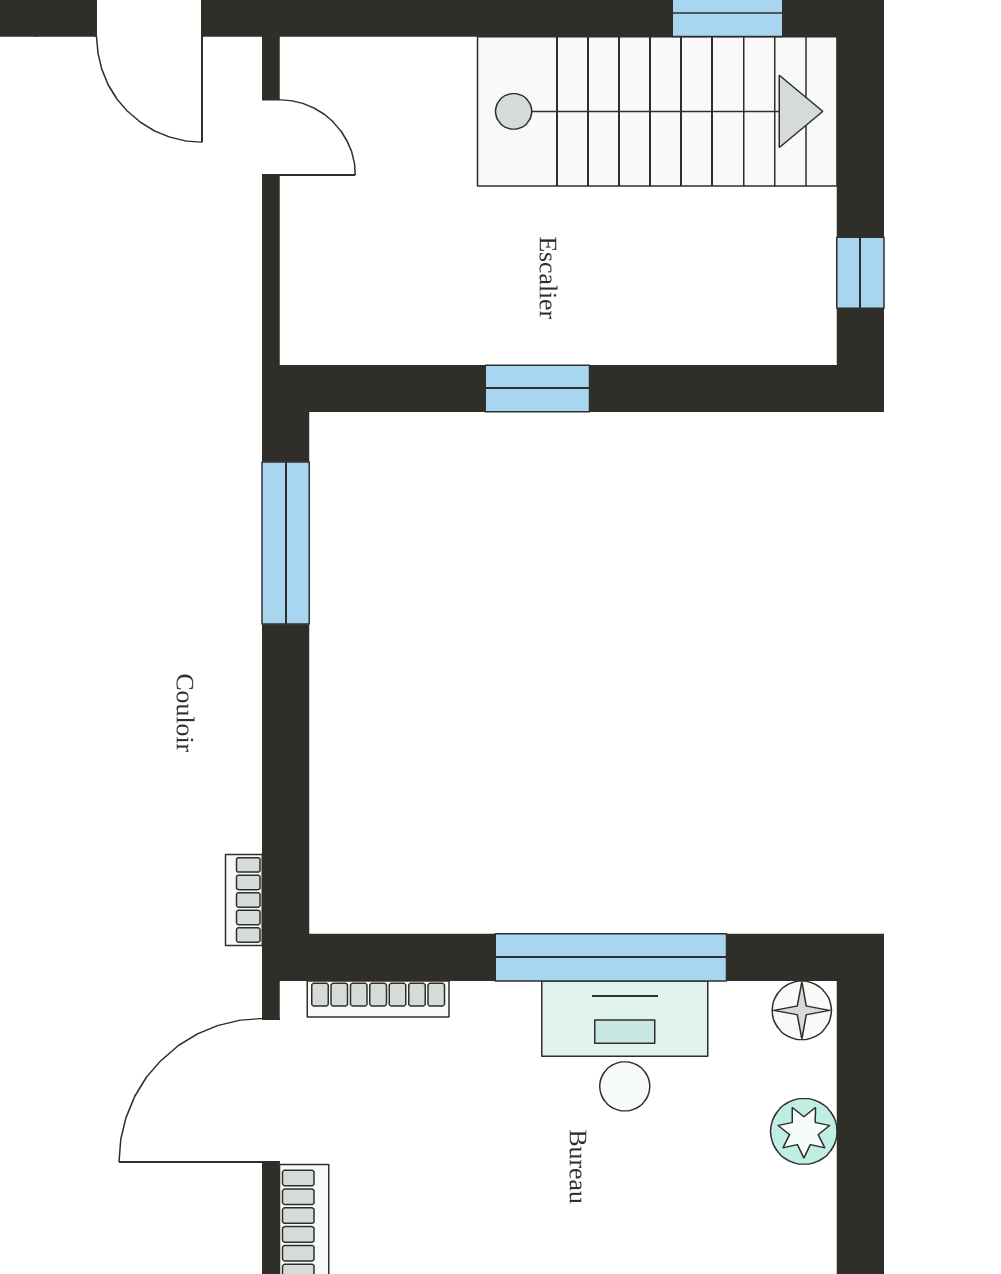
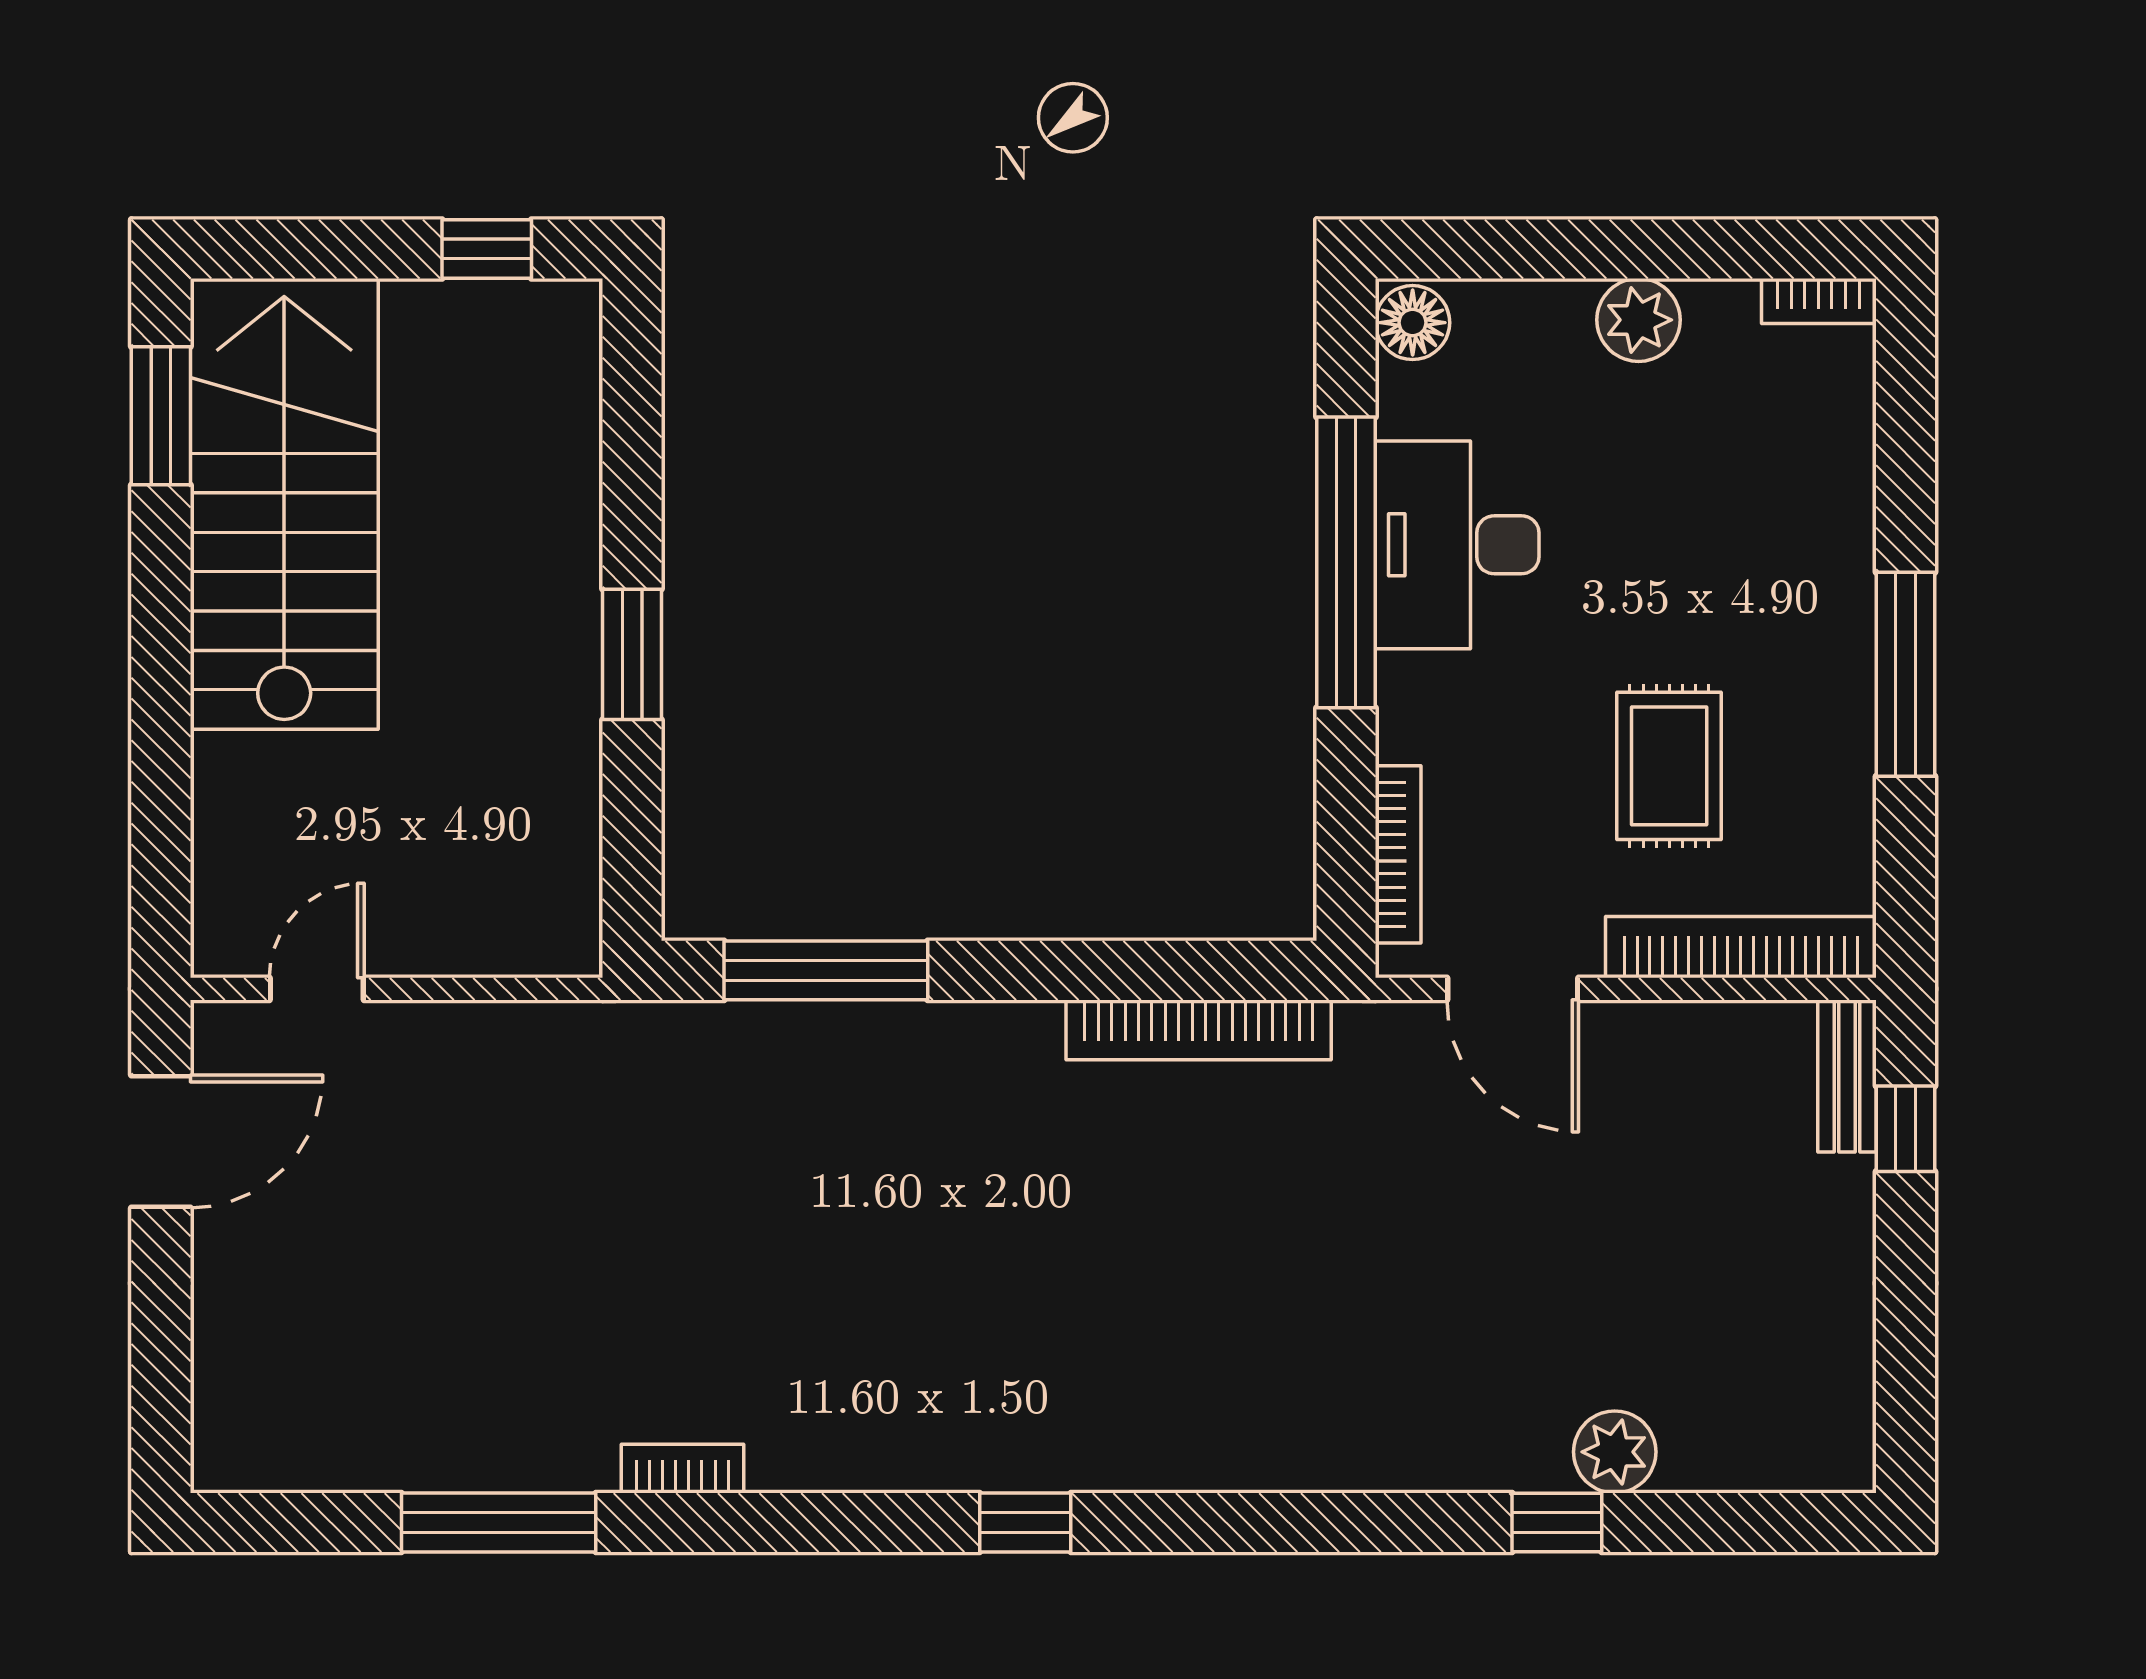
bookcase: (244, 900) -> (1199, 1030), width x2.31, depth x1.31
door: (271, 1090) -> (1513, 989), width x0.73
plant: (804, 1131) -> (1639, 320), moved
rug: (448, 1215) -> (1669, 766), added

